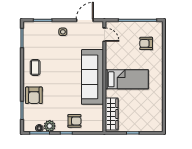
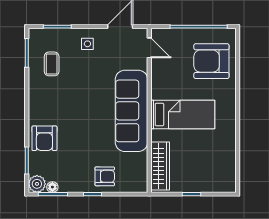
armchair: (146, 43) -> (211, 61), width x1.88, depth x1.88
coffee table: (35, 67) -> (52, 64), moved
plant: (50, 126) -> (37, 184), moved

